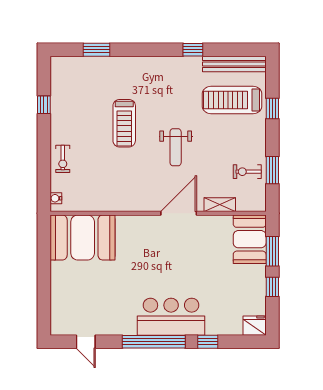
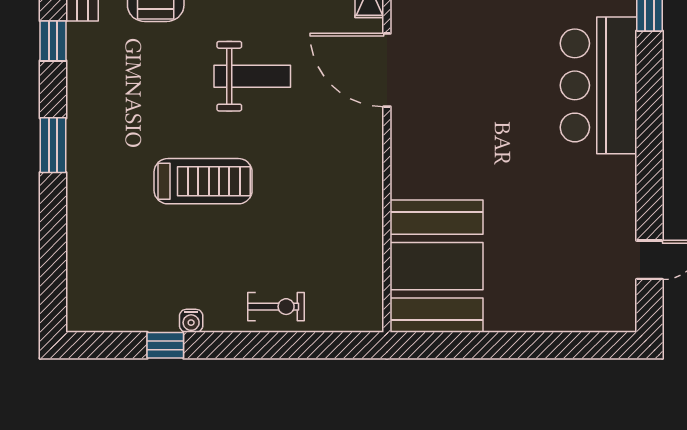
window: (97, 50) -> (53, 145), moved
water cooler: (56, 198) -> (191, 321), moved
window: (154, 342) -> (649, 121), removed

